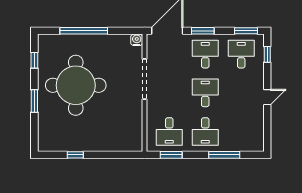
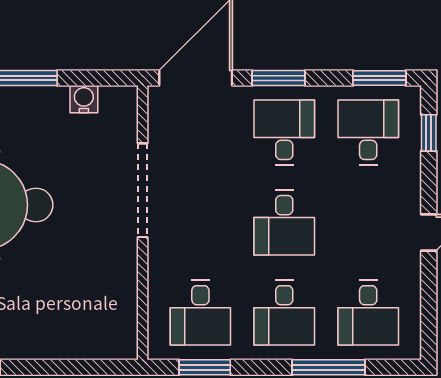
water cooler: (137, 40) -> (84, 99), moved
desk: (205, 93) -> (284, 223), turned 180
desk: (241, 132) -> (368, 313), added

